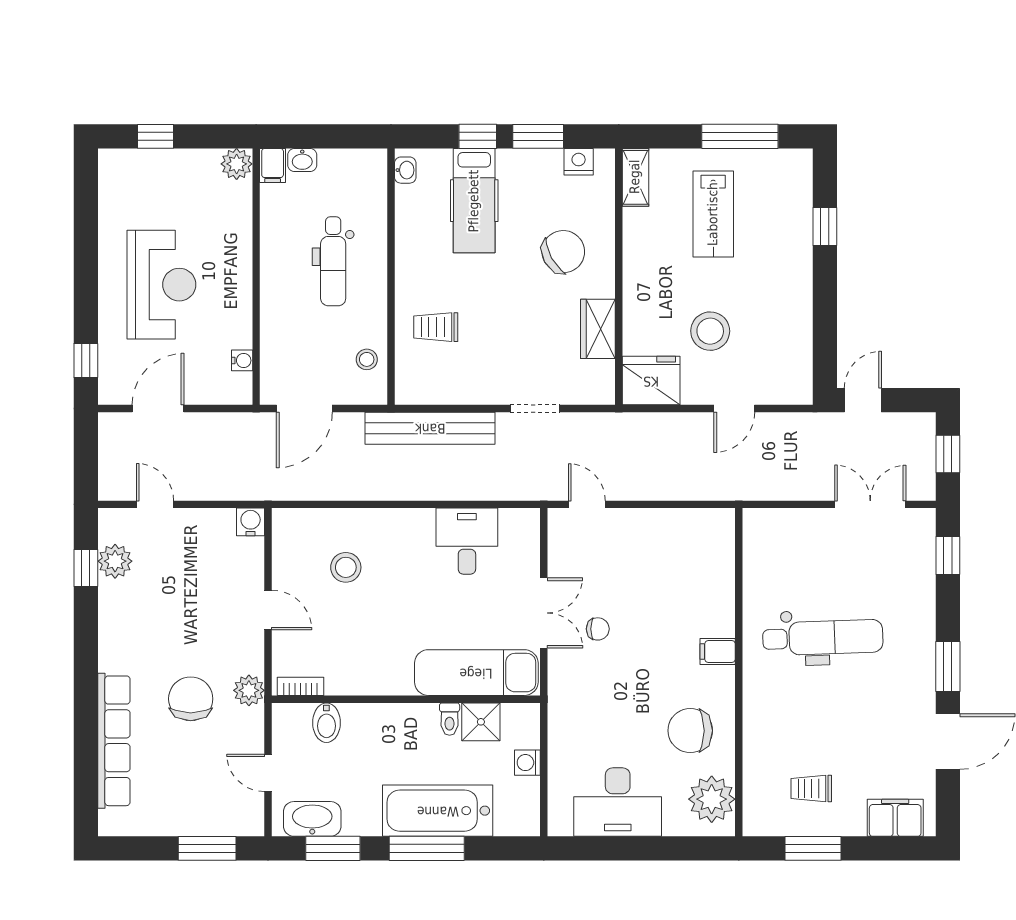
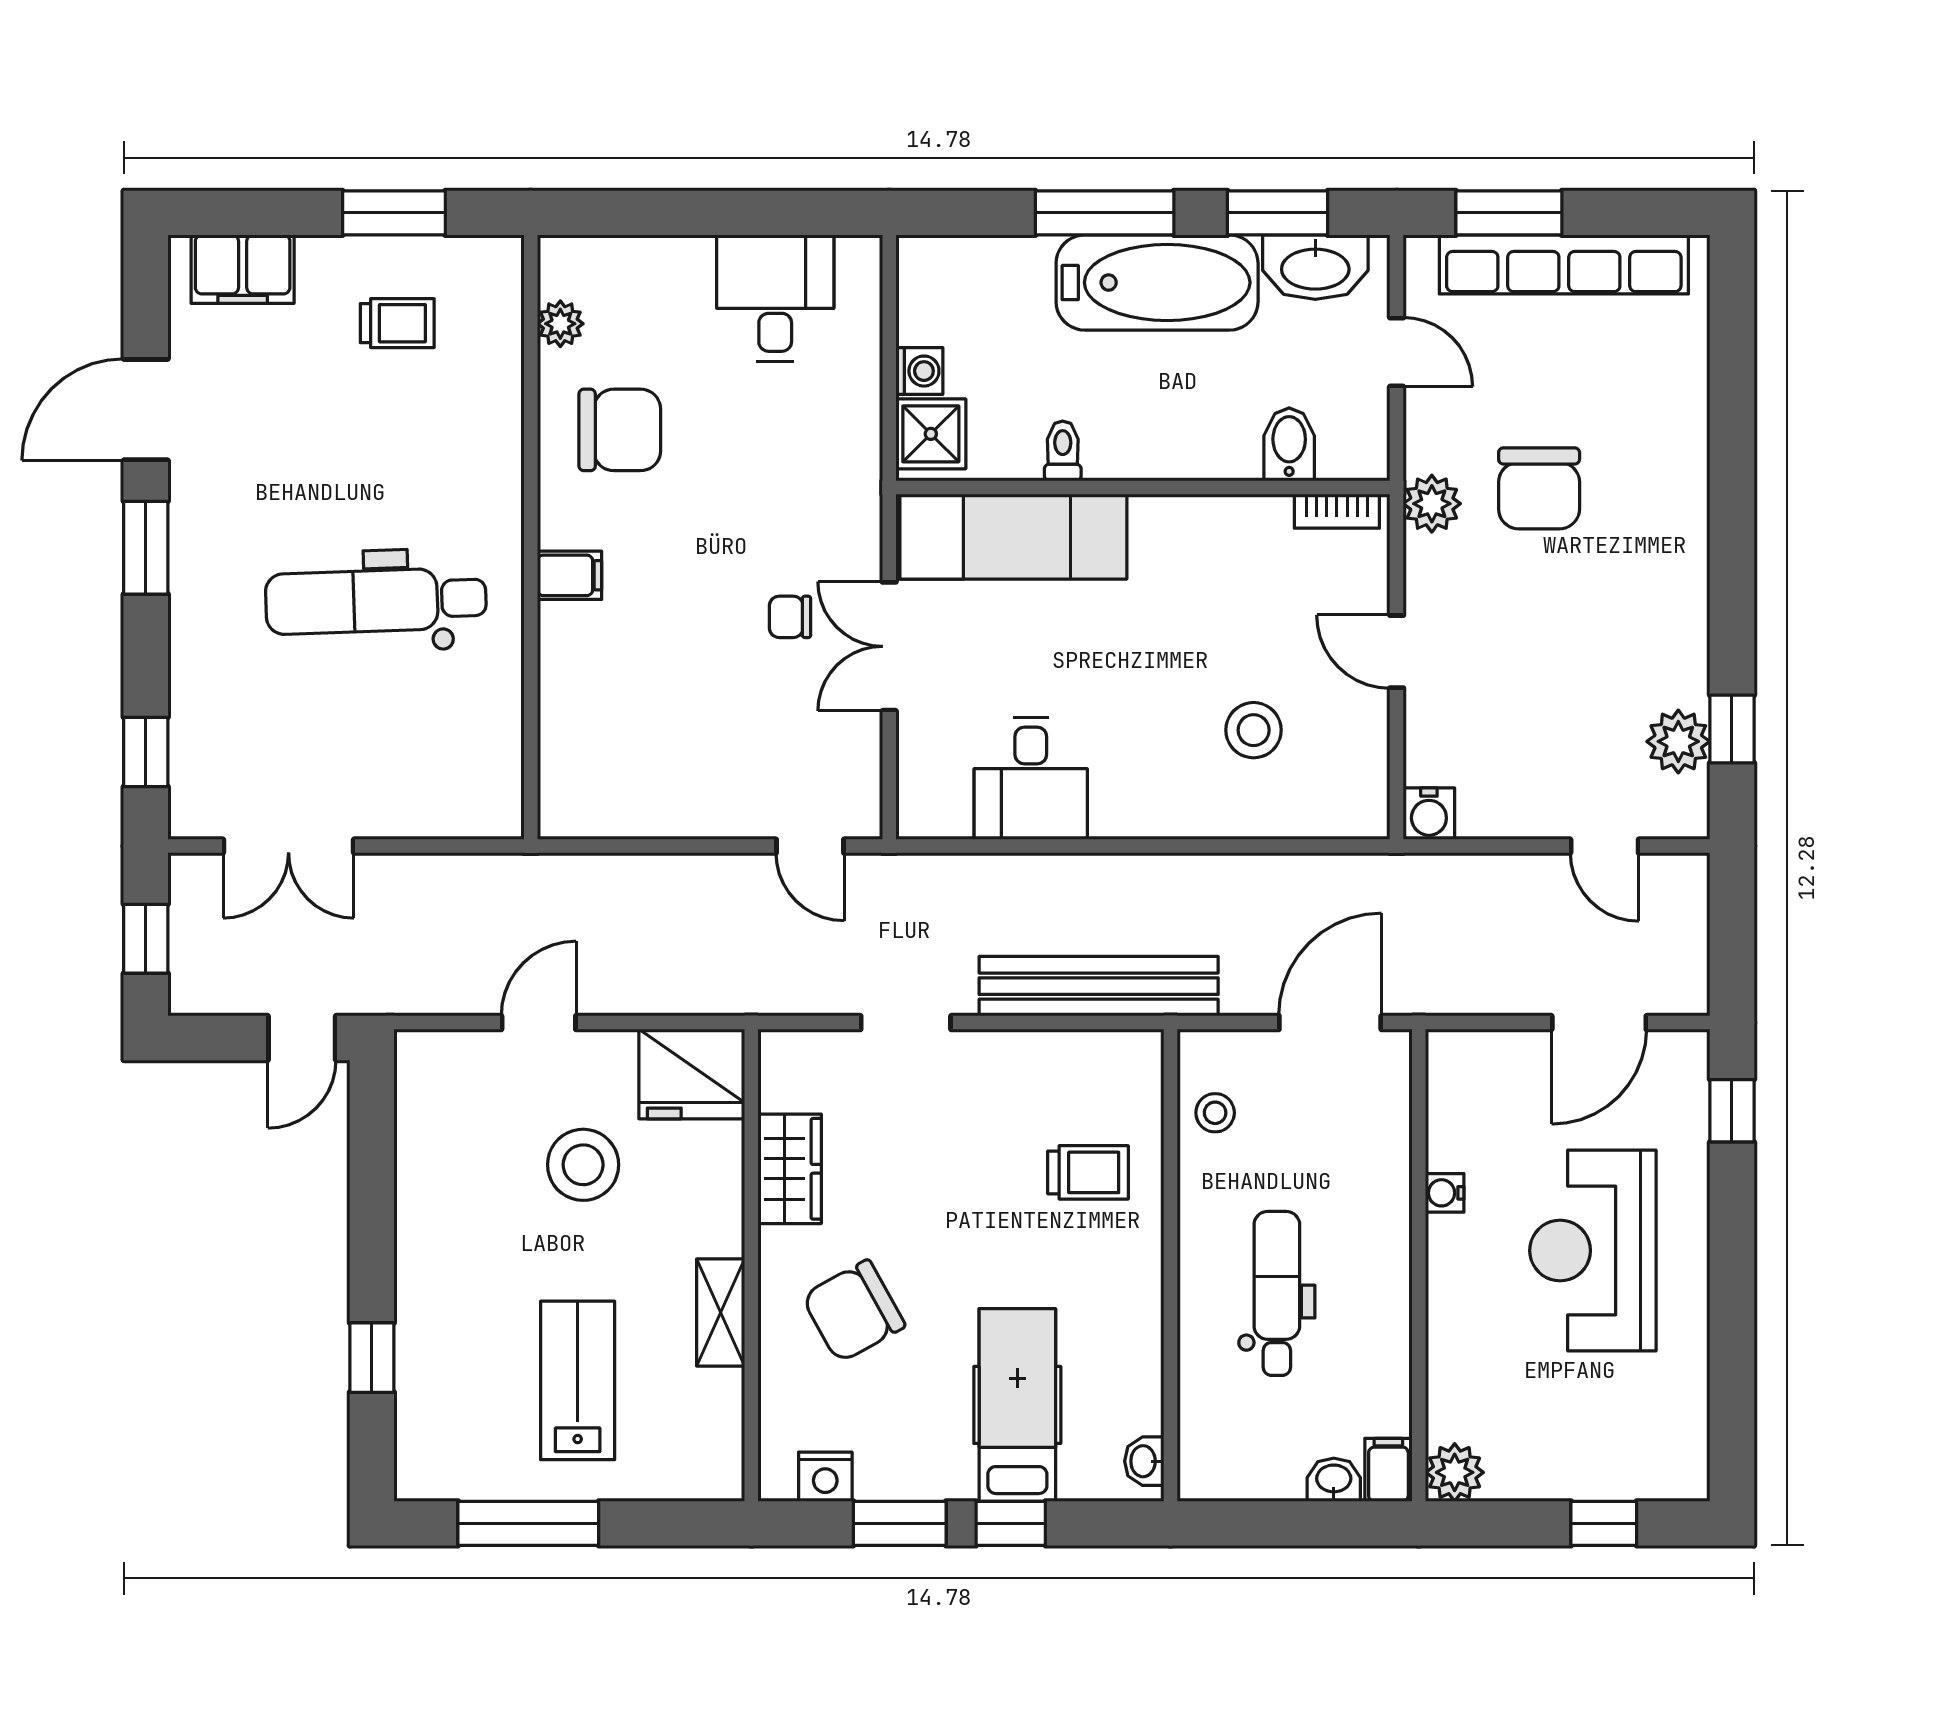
shelving: (635, 177) -> (721, 1313), moved
water cooler: (242, 360) -> (1445, 1193), moved
shower: (481, 722) -> (931, 434), moved
row of seats: (114, 741) -> (1564, 264), moved, turned -90
plant: (712, 799) -> (560, 324), width x0.53, depth x0.53
desk: (618, 802) -> (775, 298), width x0.73
bathtub: (438, 811) -> (1157, 283), moved

